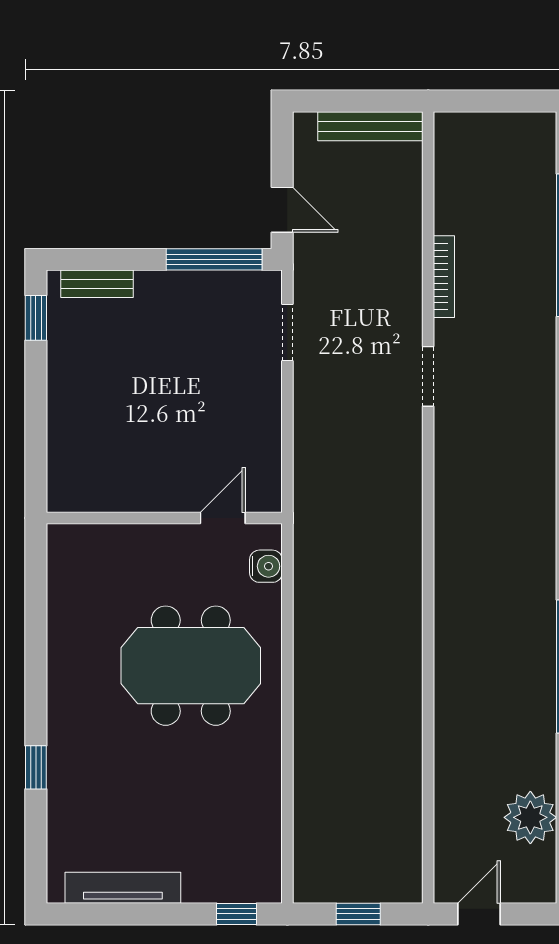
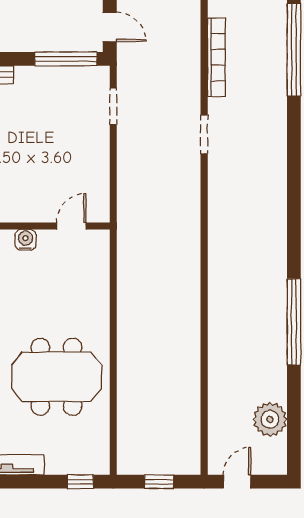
bookcase: (444, 277) -> (216, 57), width x1.48, depth x1.31
water cooler: (266, 566) -> (25, 240), moved, turned -90
meeting table: (191, 666) -> (56, 377), moved

